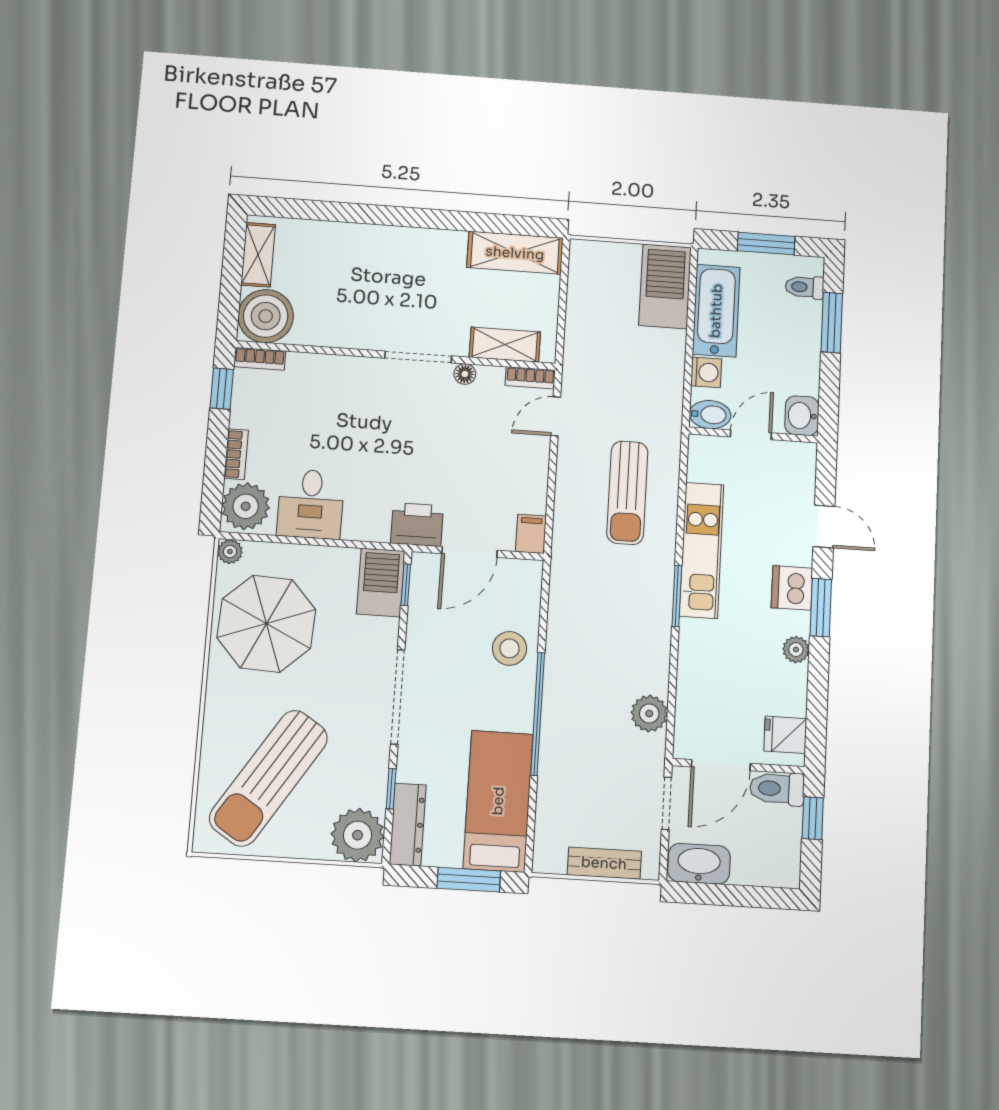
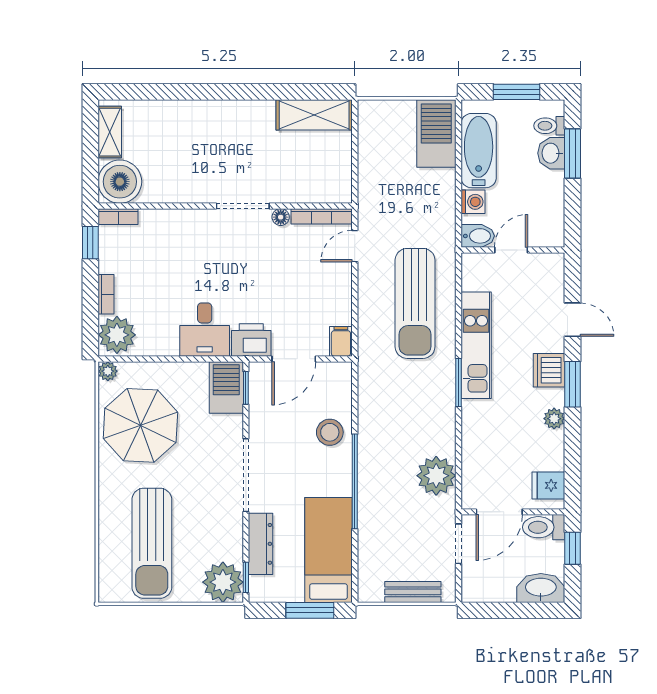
shelving: (505, 345) -> (311, 191), removed
bookcase: (530, 378) -> (322, 216), width x1.56
washbasin: (802, 416) -> (551, 153), moved
sun lounger: (627, 493) -> (415, 303), width x1.36, depth x1.34
desk: (311, 504) -> (205, 330), moved
plant: (649, 714) -> (436, 476), width x1.36, depth x1.36
sun lounger: (269, 778) -> (152, 543), turned -33
window: (391, 789) -> (246, 577), moved
dresser: (408, 825) -> (260, 544), moved
washbasin: (699, 864) -> (541, 588), moved

